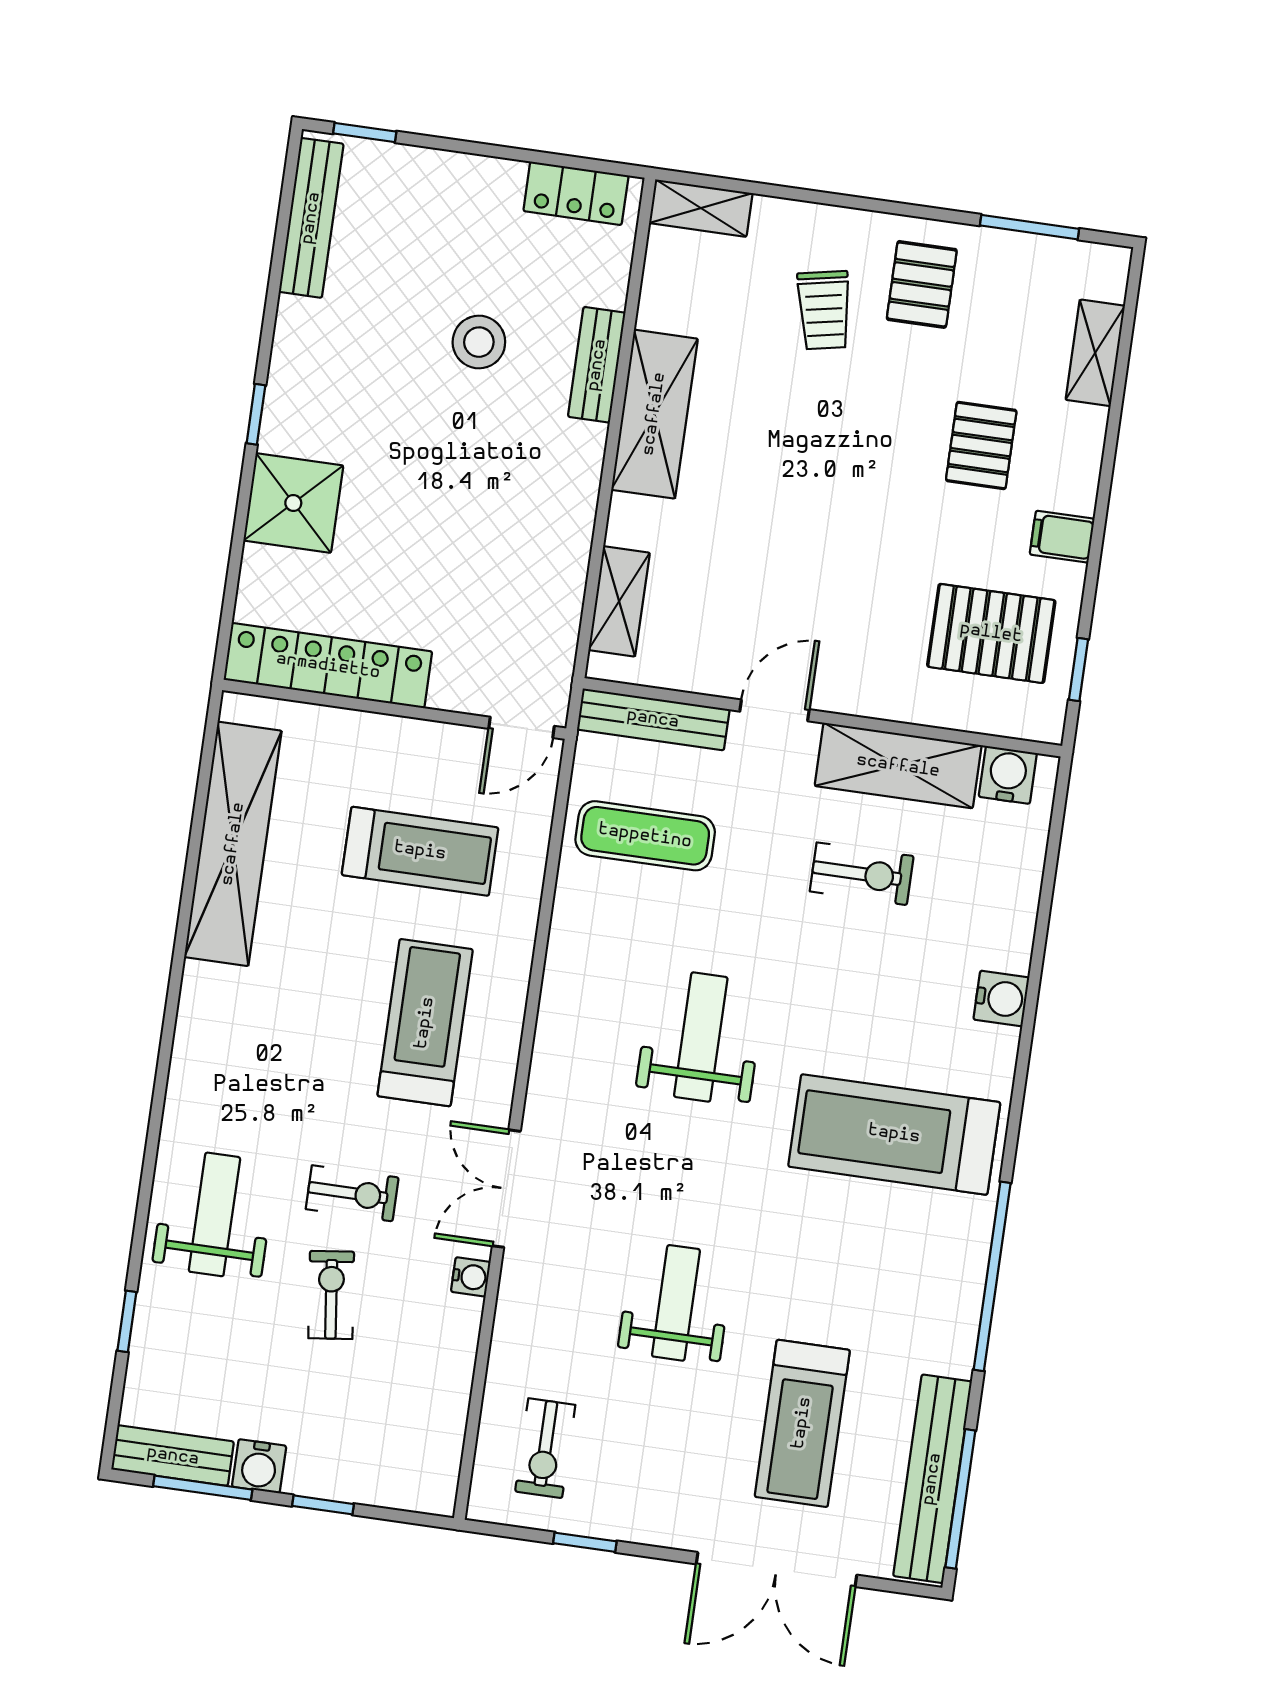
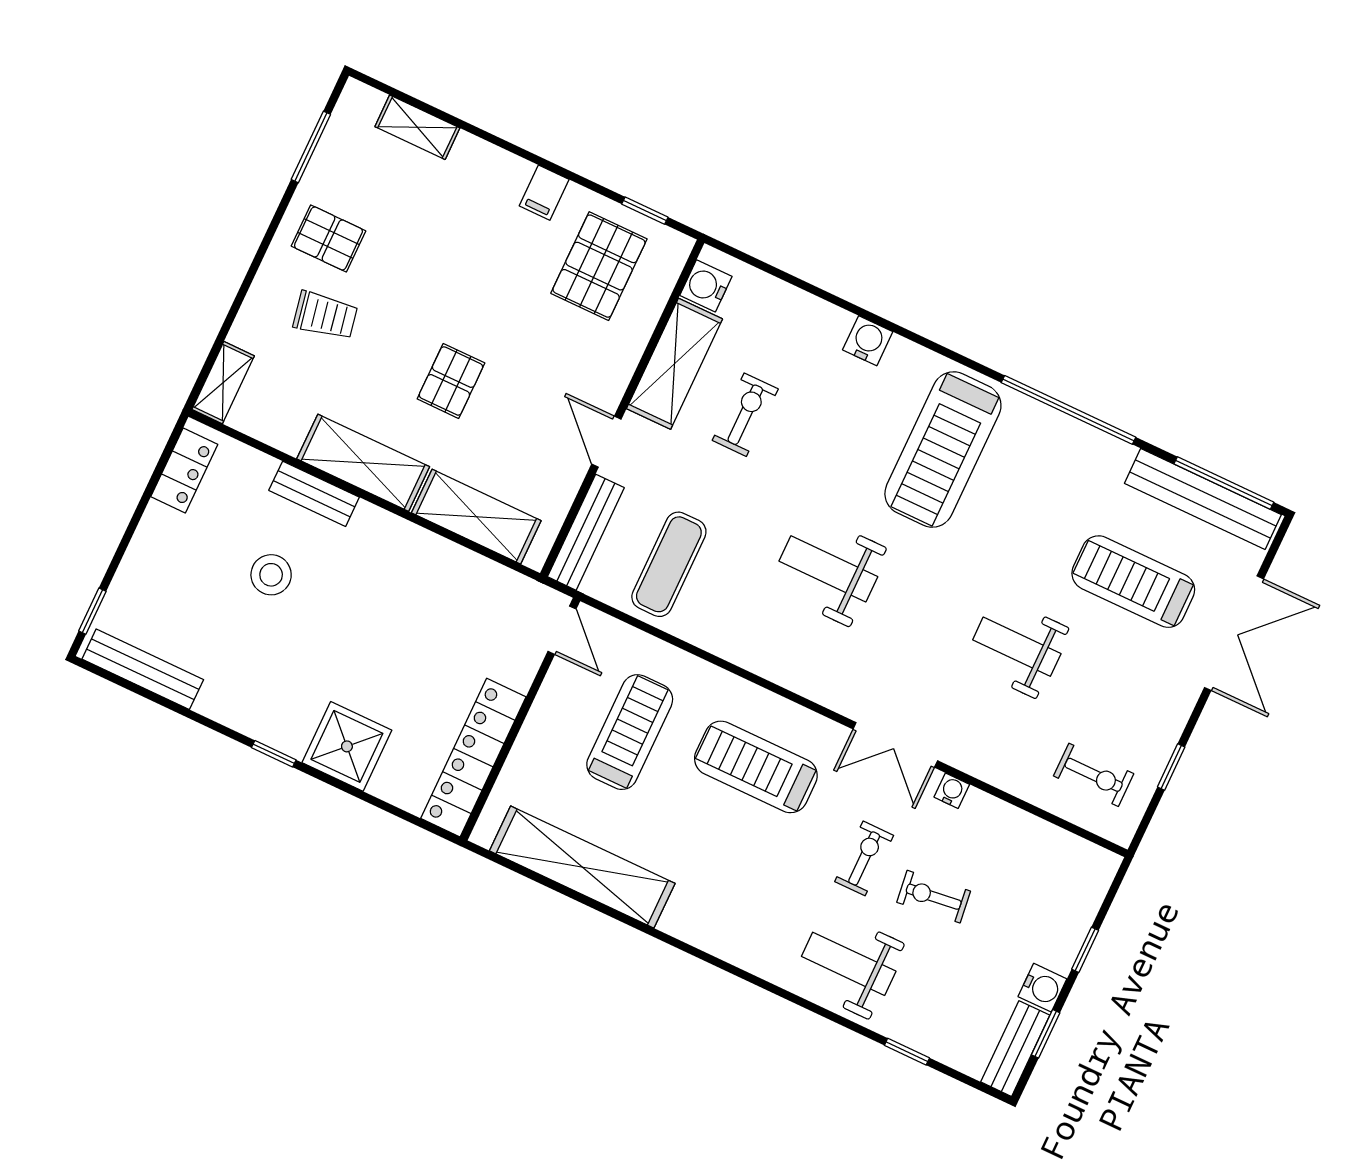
pallet: (981, 446) -> (451, 381), moved, turned 90
shelving: (619, 601) -> (476, 517), width x1.50, depth x1.33
treadmill: (802, 1423) -> (1133, 582), turned 180
window: (203, 1488) -> (1046, 1034), width x0.67

